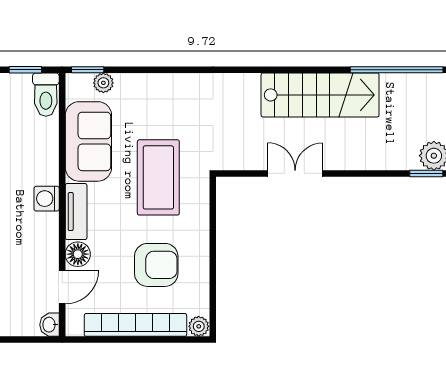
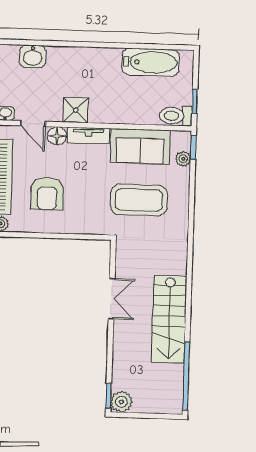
coffee table: (158, 177) -> (139, 200), moved
washing machine: (47, 199) -> (99, 114), removed
shower: (42, 230) -> (76, 110), added

